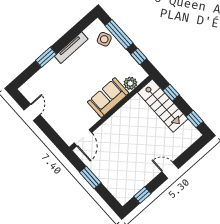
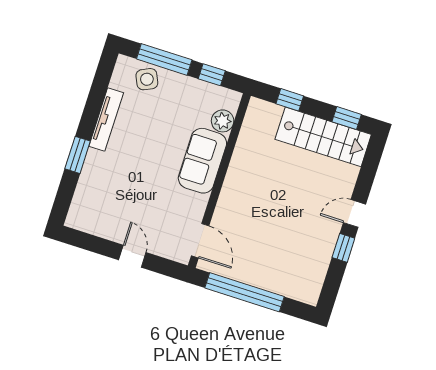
stairs: (163, 106) -> (323, 137), moved
door: (32, 112) -> (132, 256), moved
window: (90, 178) -> (245, 292), width x2.11
window: (142, 195) -> (343, 248), moved

